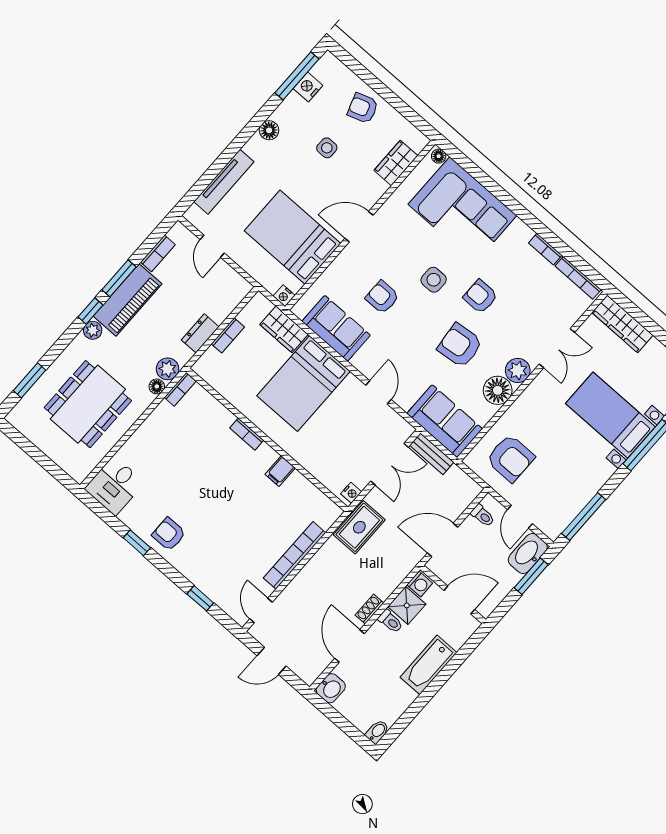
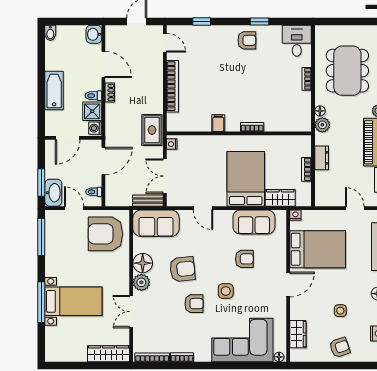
bookcase: (180, 389) -> (307, 79), moved
armchair: (510, 458) -> (105, 234), width x1.36, depth x1.36

